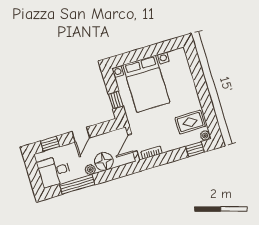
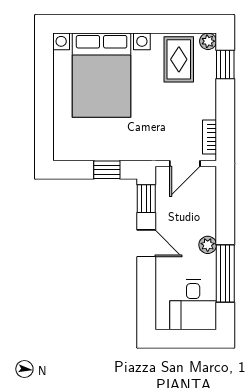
bed with nightstands: (146, 84) -> (102, 75), moved, turned 90
door: (132, 143) -> (185, 164), hinge flipped
window: (50, 144) -> (146, 199), moved
floor lamp: (104, 161) -> (201, 219), removed

